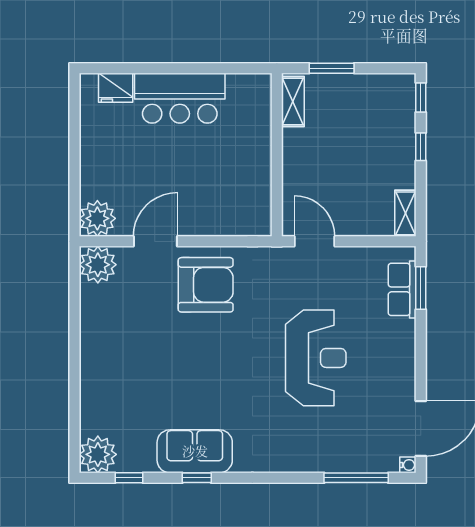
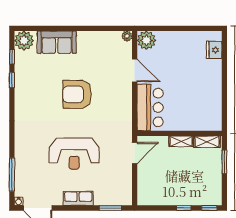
bar counter: (180, 98) -> (150, 107), moved, turned 180
shelving: (405, 213) -> (181, 141), moved
plant: (98, 265) -> (127, 36), width x0.53, depth x0.53
armchair: (206, 285) -> (77, 94), moved, turned 90
row of seats: (402, 289) -> (78, 198), moved
sofa: (195, 451) -> (57, 42), moved, turned 90
window: (197, 478) -> (12, 80), moved

